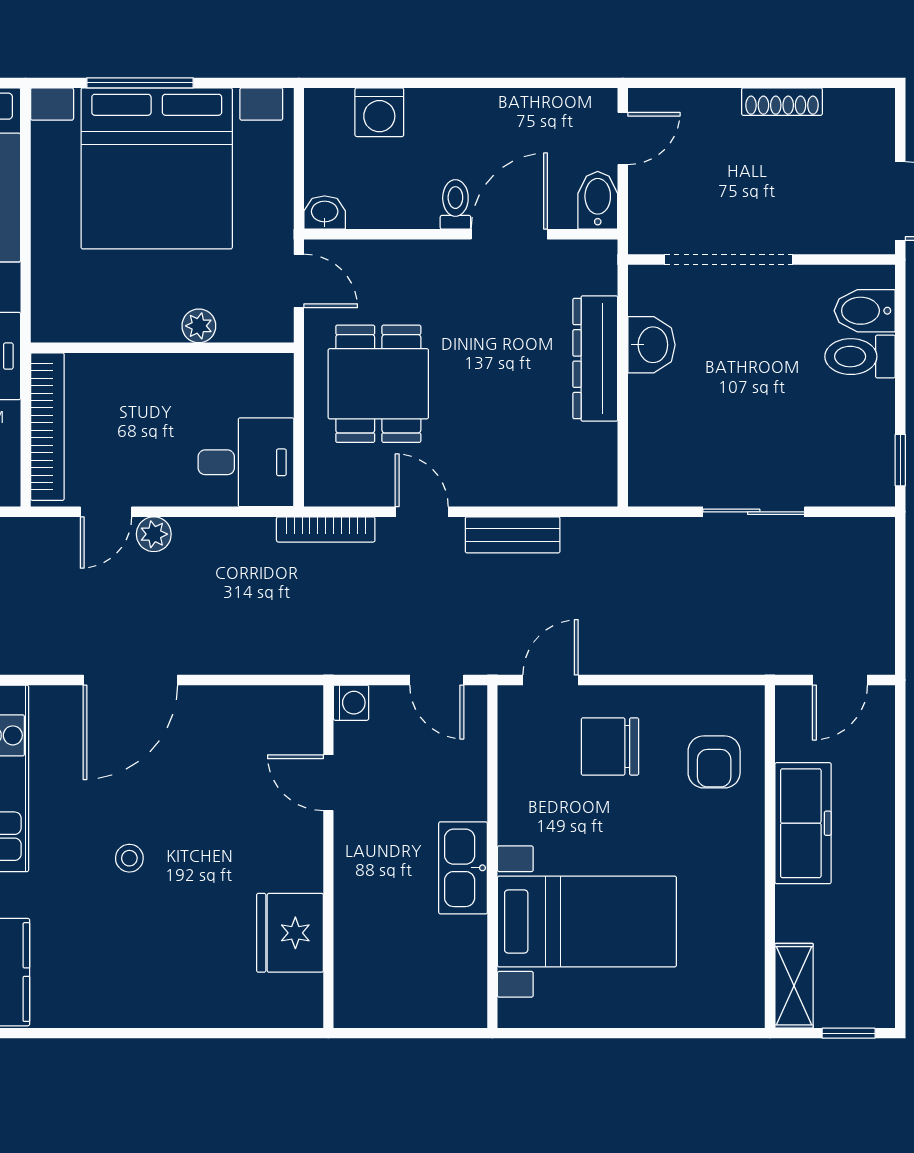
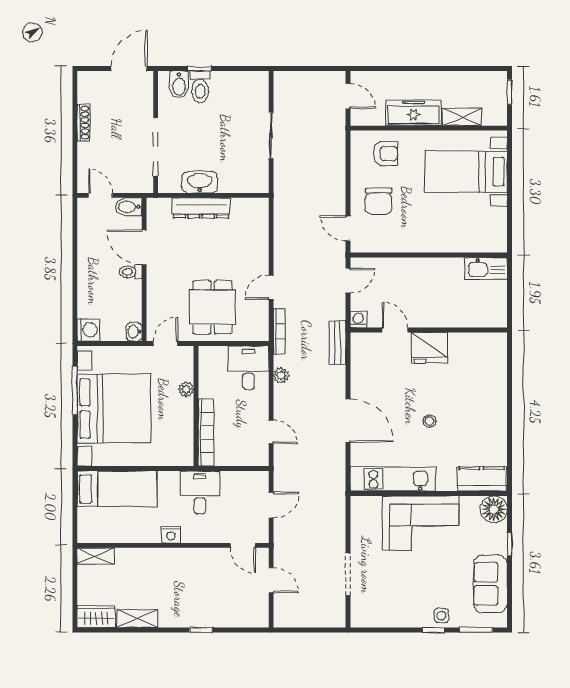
window: (140, 83) -> (75, 391), moved
washing machine: (379, 112) -> (88, 330), moved
washbasin: (652, 345) -> (200, 182), width x1.38
dining table: (378, 384) -> (213, 307), turned 90
bookcase: (47, 427) -> (206, 432), moved, turned 90
window: (900, 460) -> (199, 68), moved
plant: (154, 534) -> (281, 376), moved
bench: (513, 535) -> (337, 343), moved
door: (328, 783) -> (395, 330), swing flipped
kitchen sink: (463, 868) -> (486, 268), moved
bed with nightstands: (587, 922) -> (466, 172), moved, turned -90
fridge: (290, 933) -> (429, 348), moved
shelving: (794, 986) -> (462, 117), moved

